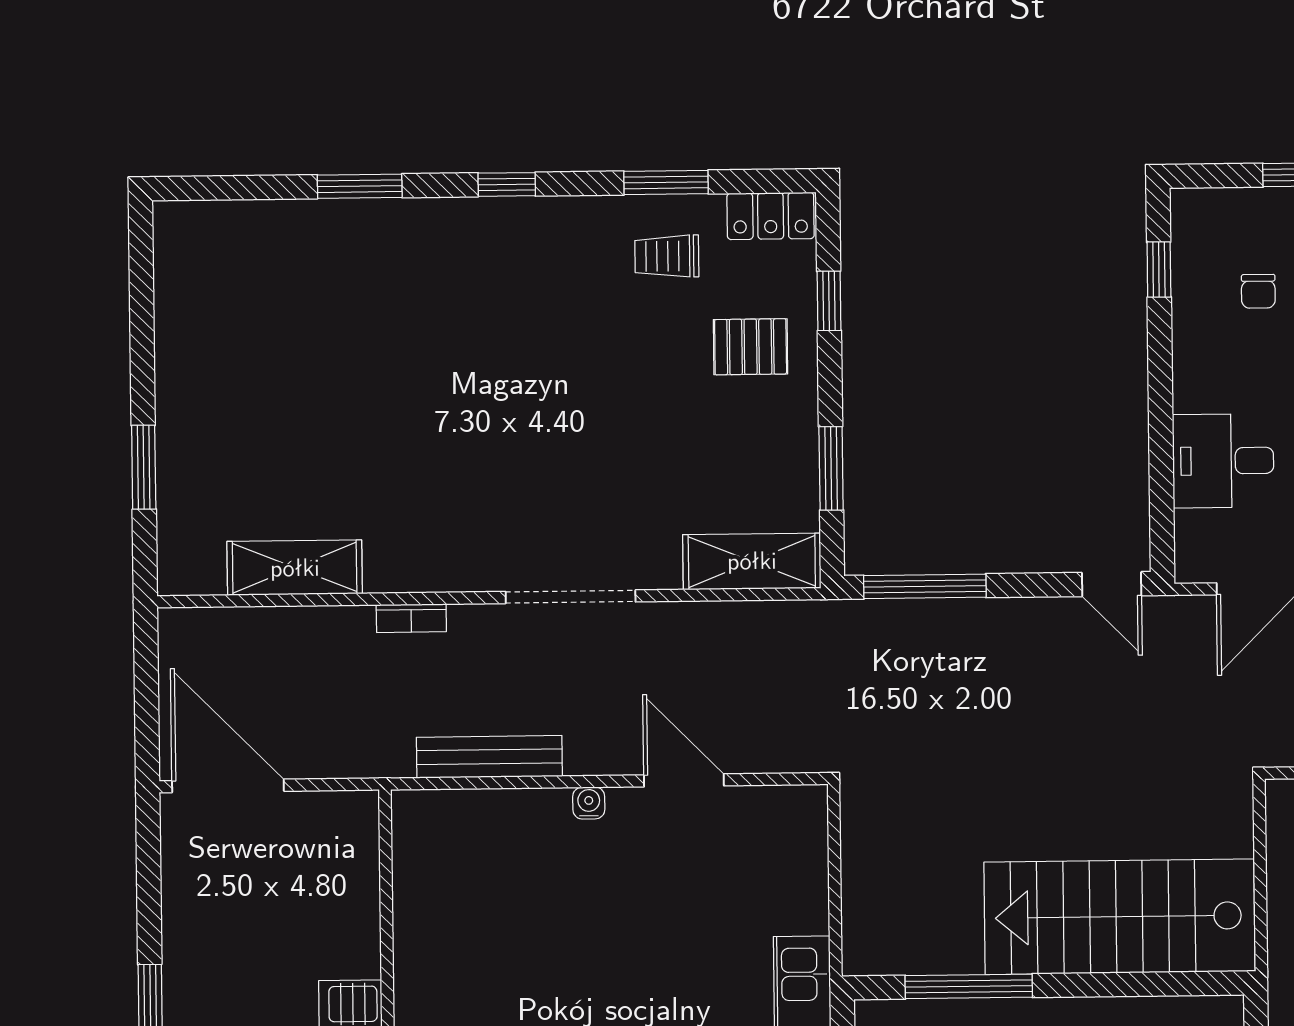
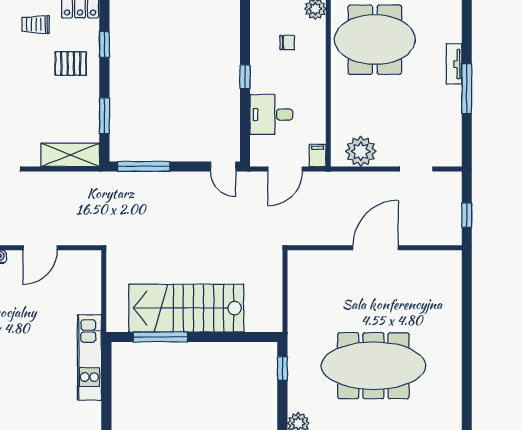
window: (1159, 270) -> (245, 77), moved
chair: (1258, 291) -> (287, 43), turned -90
door: (684, 780) -> (40, 248), swing flipped
stairs: (1120, 917) -> (186, 308), moved

